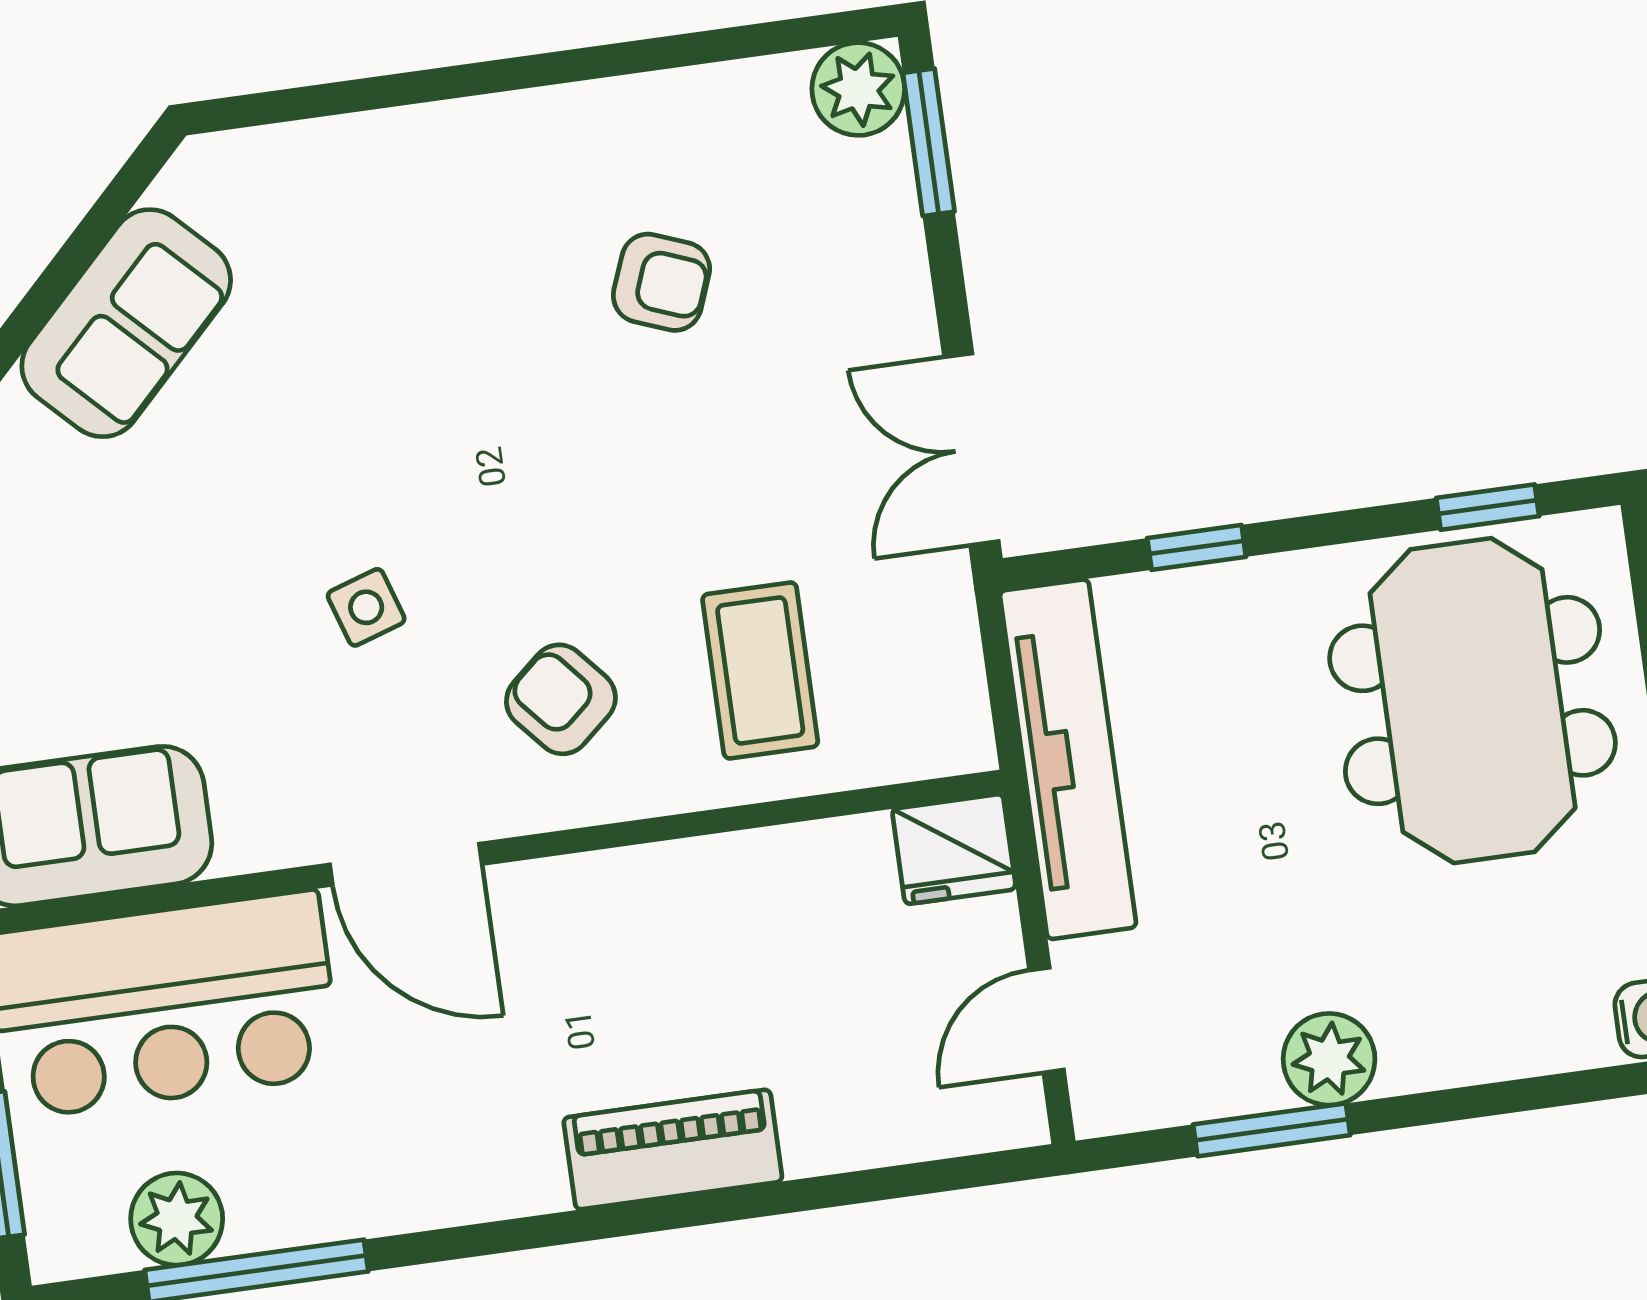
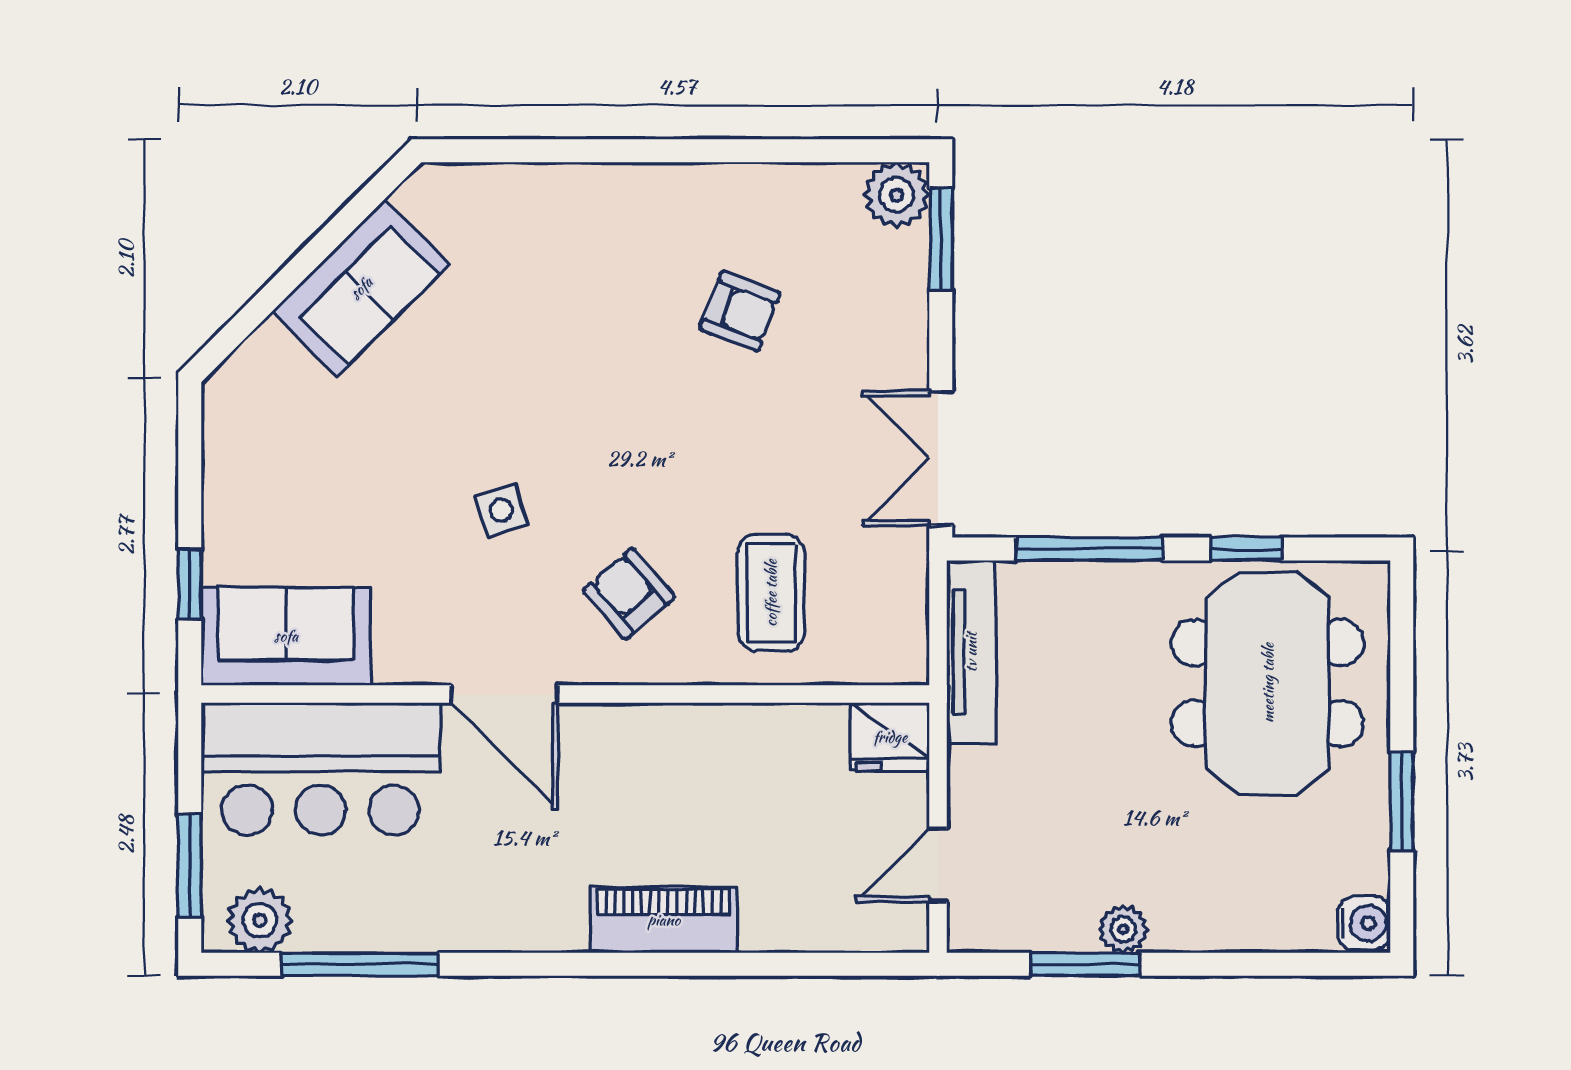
window: (1488, 507) -> (1246, 549), moved
window: (1197, 547) -> (1089, 549), width x2.17
tv unit: (1068, 759) -> (971, 652), width x0.73, depth x0.78
plant: (1329, 1059) -> (1123, 929), width x0.73, depth x0.73
plant: (177, 1219) -> (260, 920), moved

